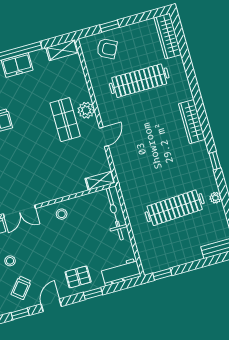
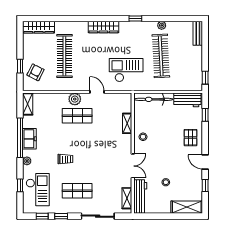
checkout: (143, 167) -> (126, 70), added
shelving: (100, 181) -> (127, 123), moved
workbench: (121, 272) -> (187, 100), moved, turned -90
trolley: (21, 288) -> (187, 180), removed
window: (93, 294) -> (205, 115), moved

